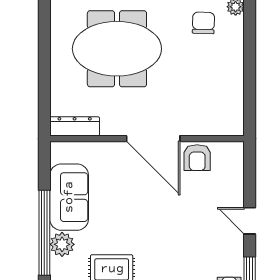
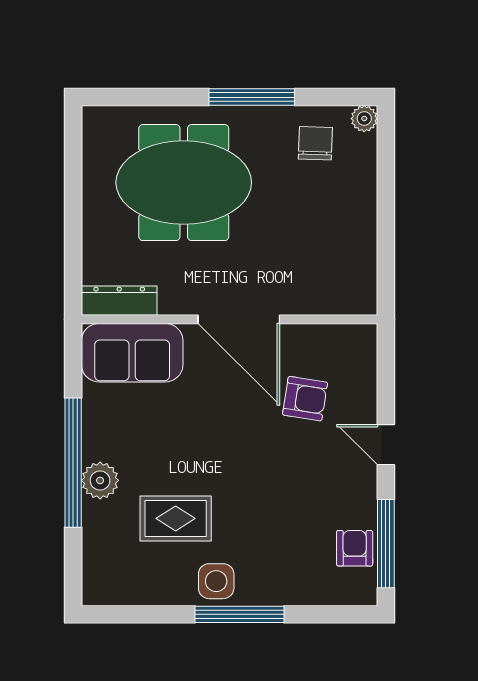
armchair: (197, 158) -> (305, 399), moved, turned -81
sofa: (69, 197) -> (132, 353), moved, turned 90

